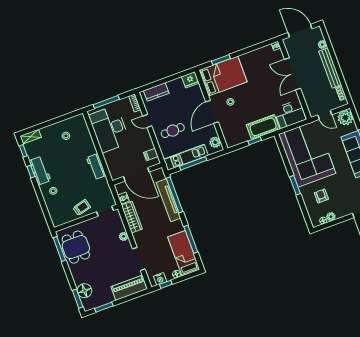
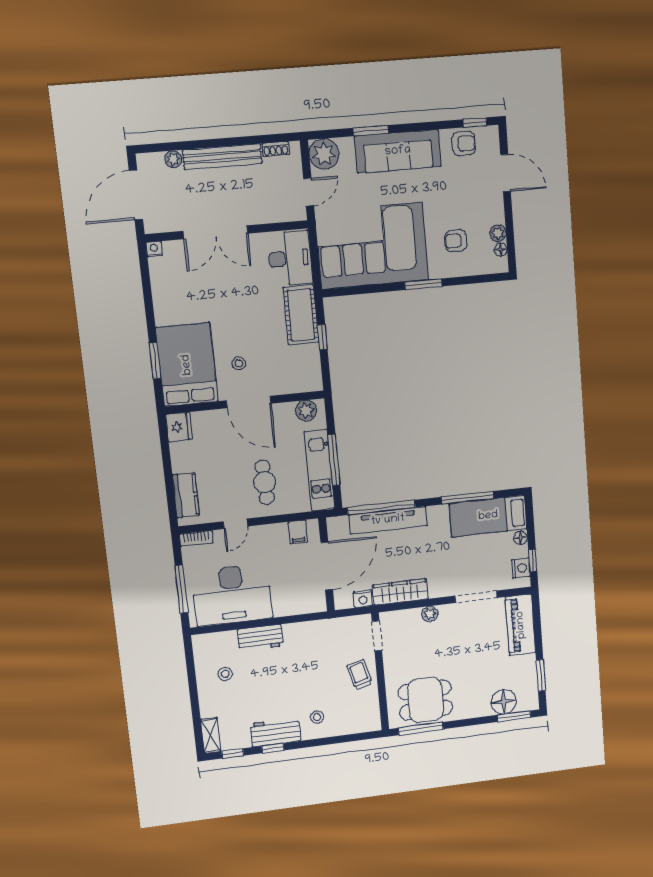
workbench: (96, 167) -> (260, 638), moved

